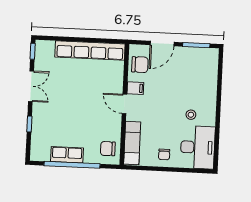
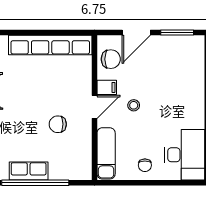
door: (124, 104) -> (94, 107), swing flipped
stool: (191, 115) -> (134, 105), moved
chair: (108, 149) -> (58, 124), moved

